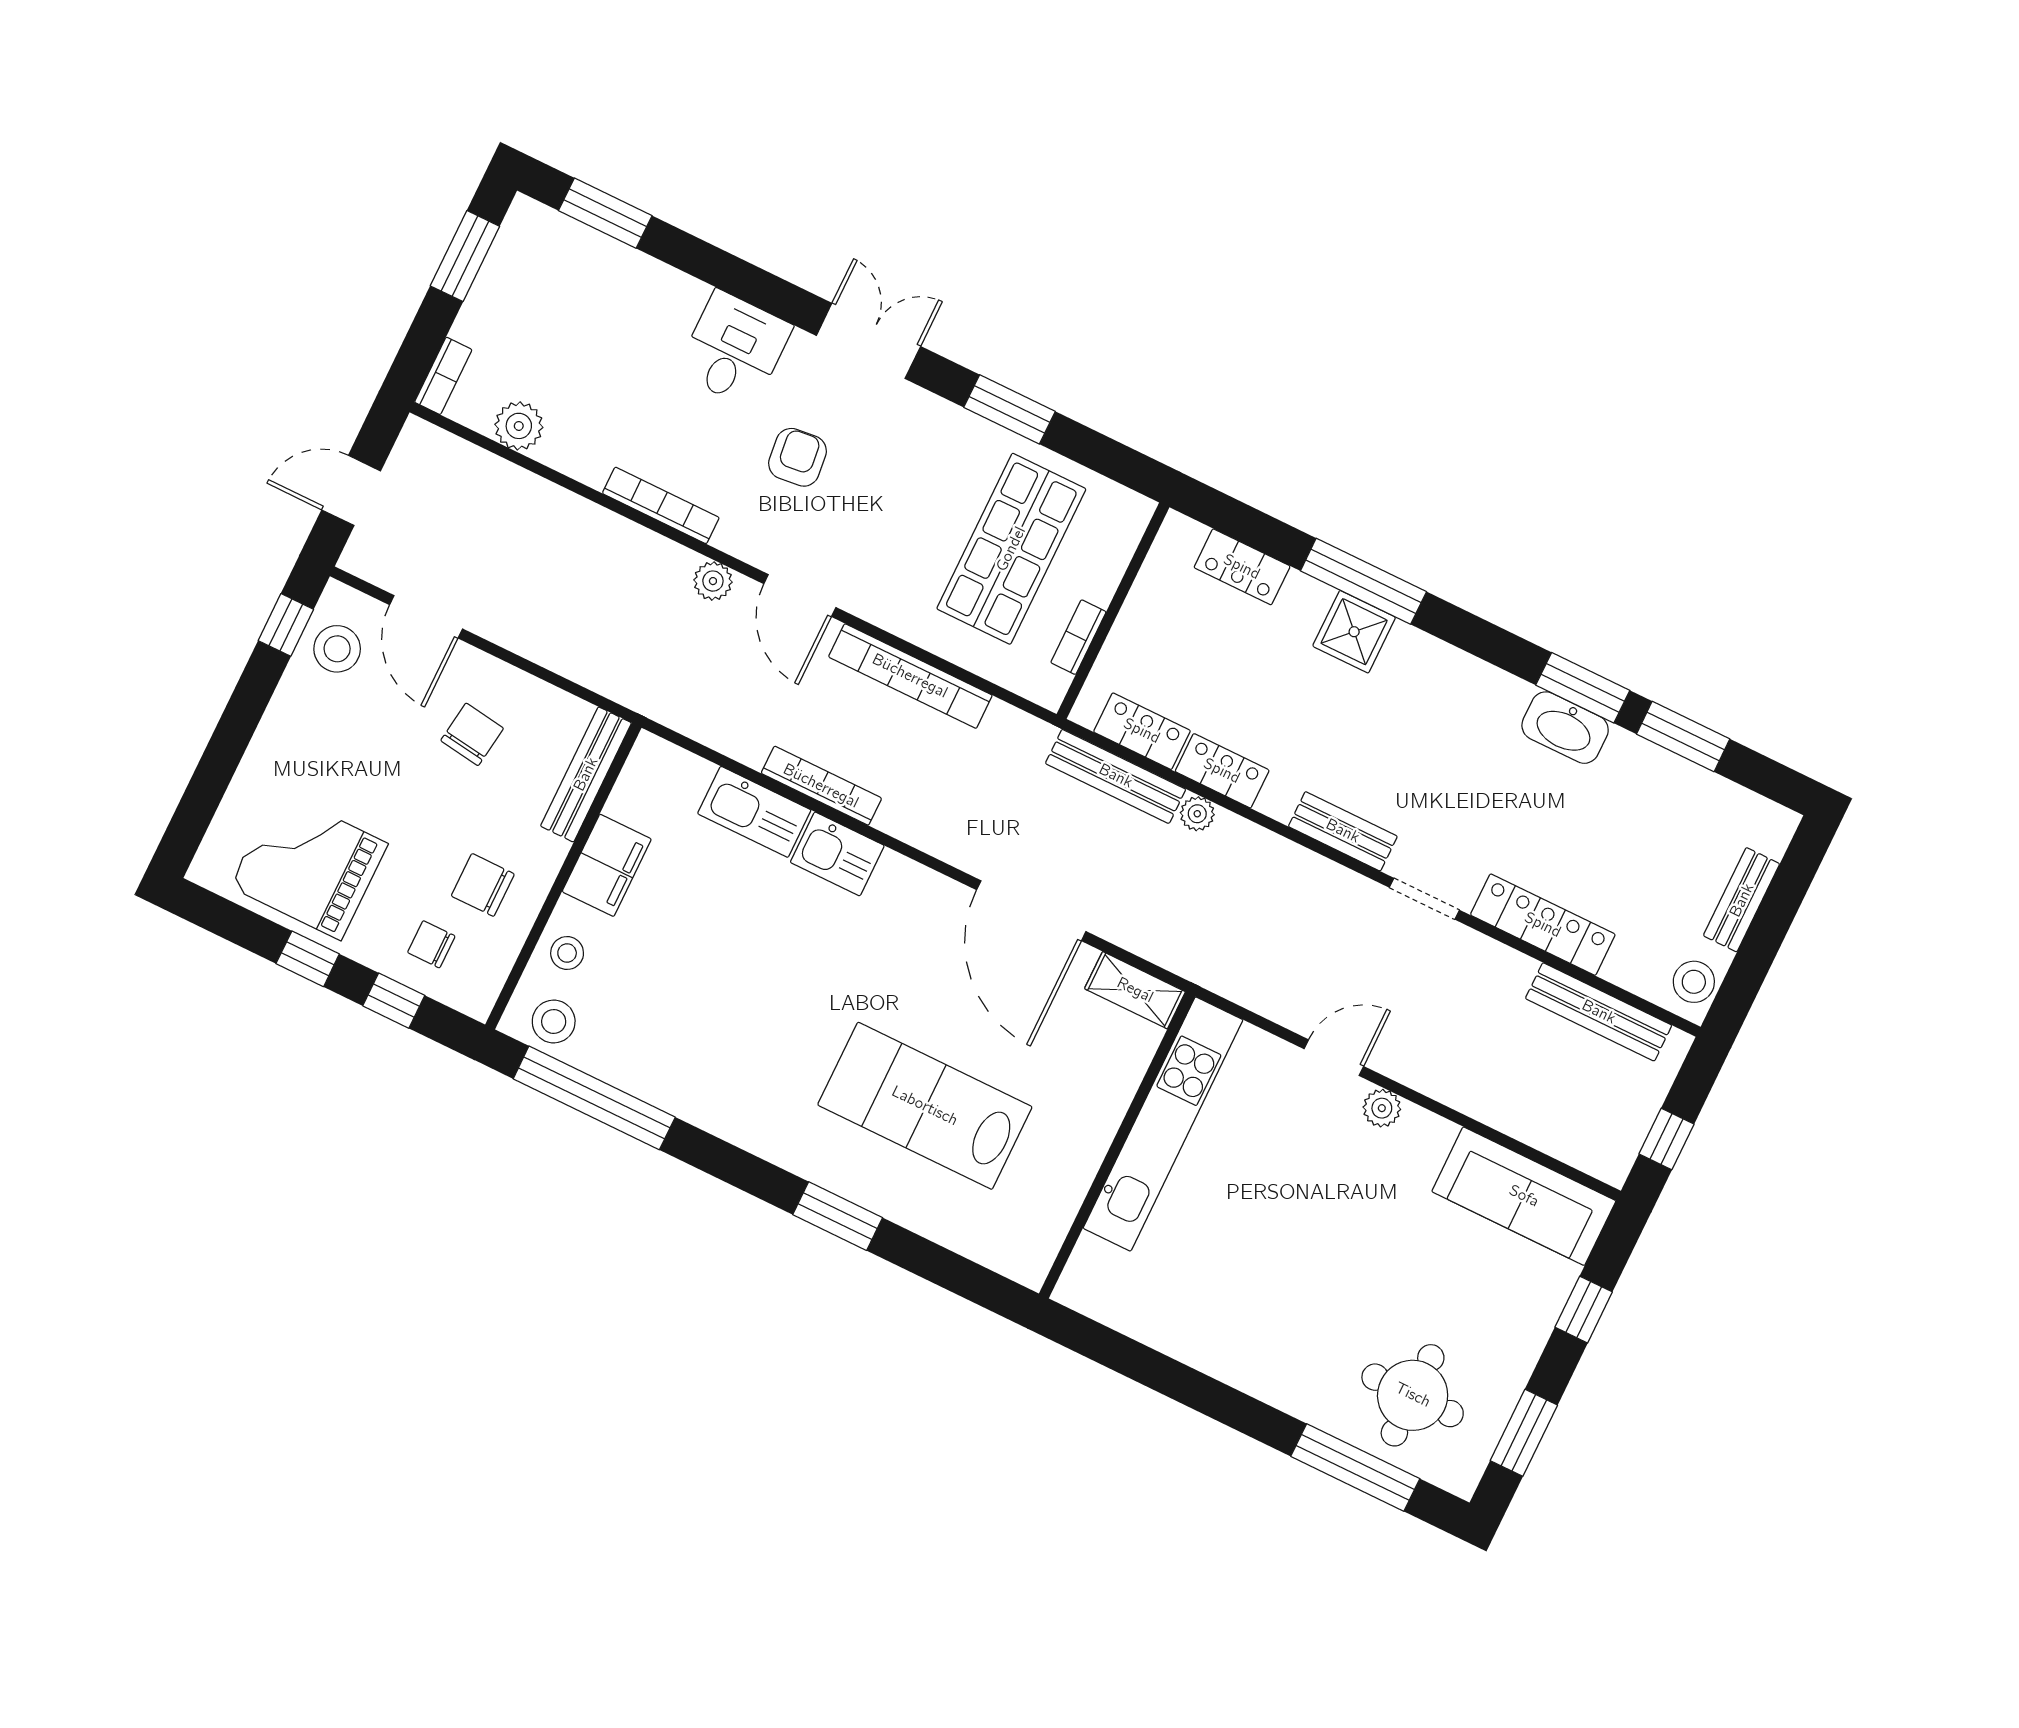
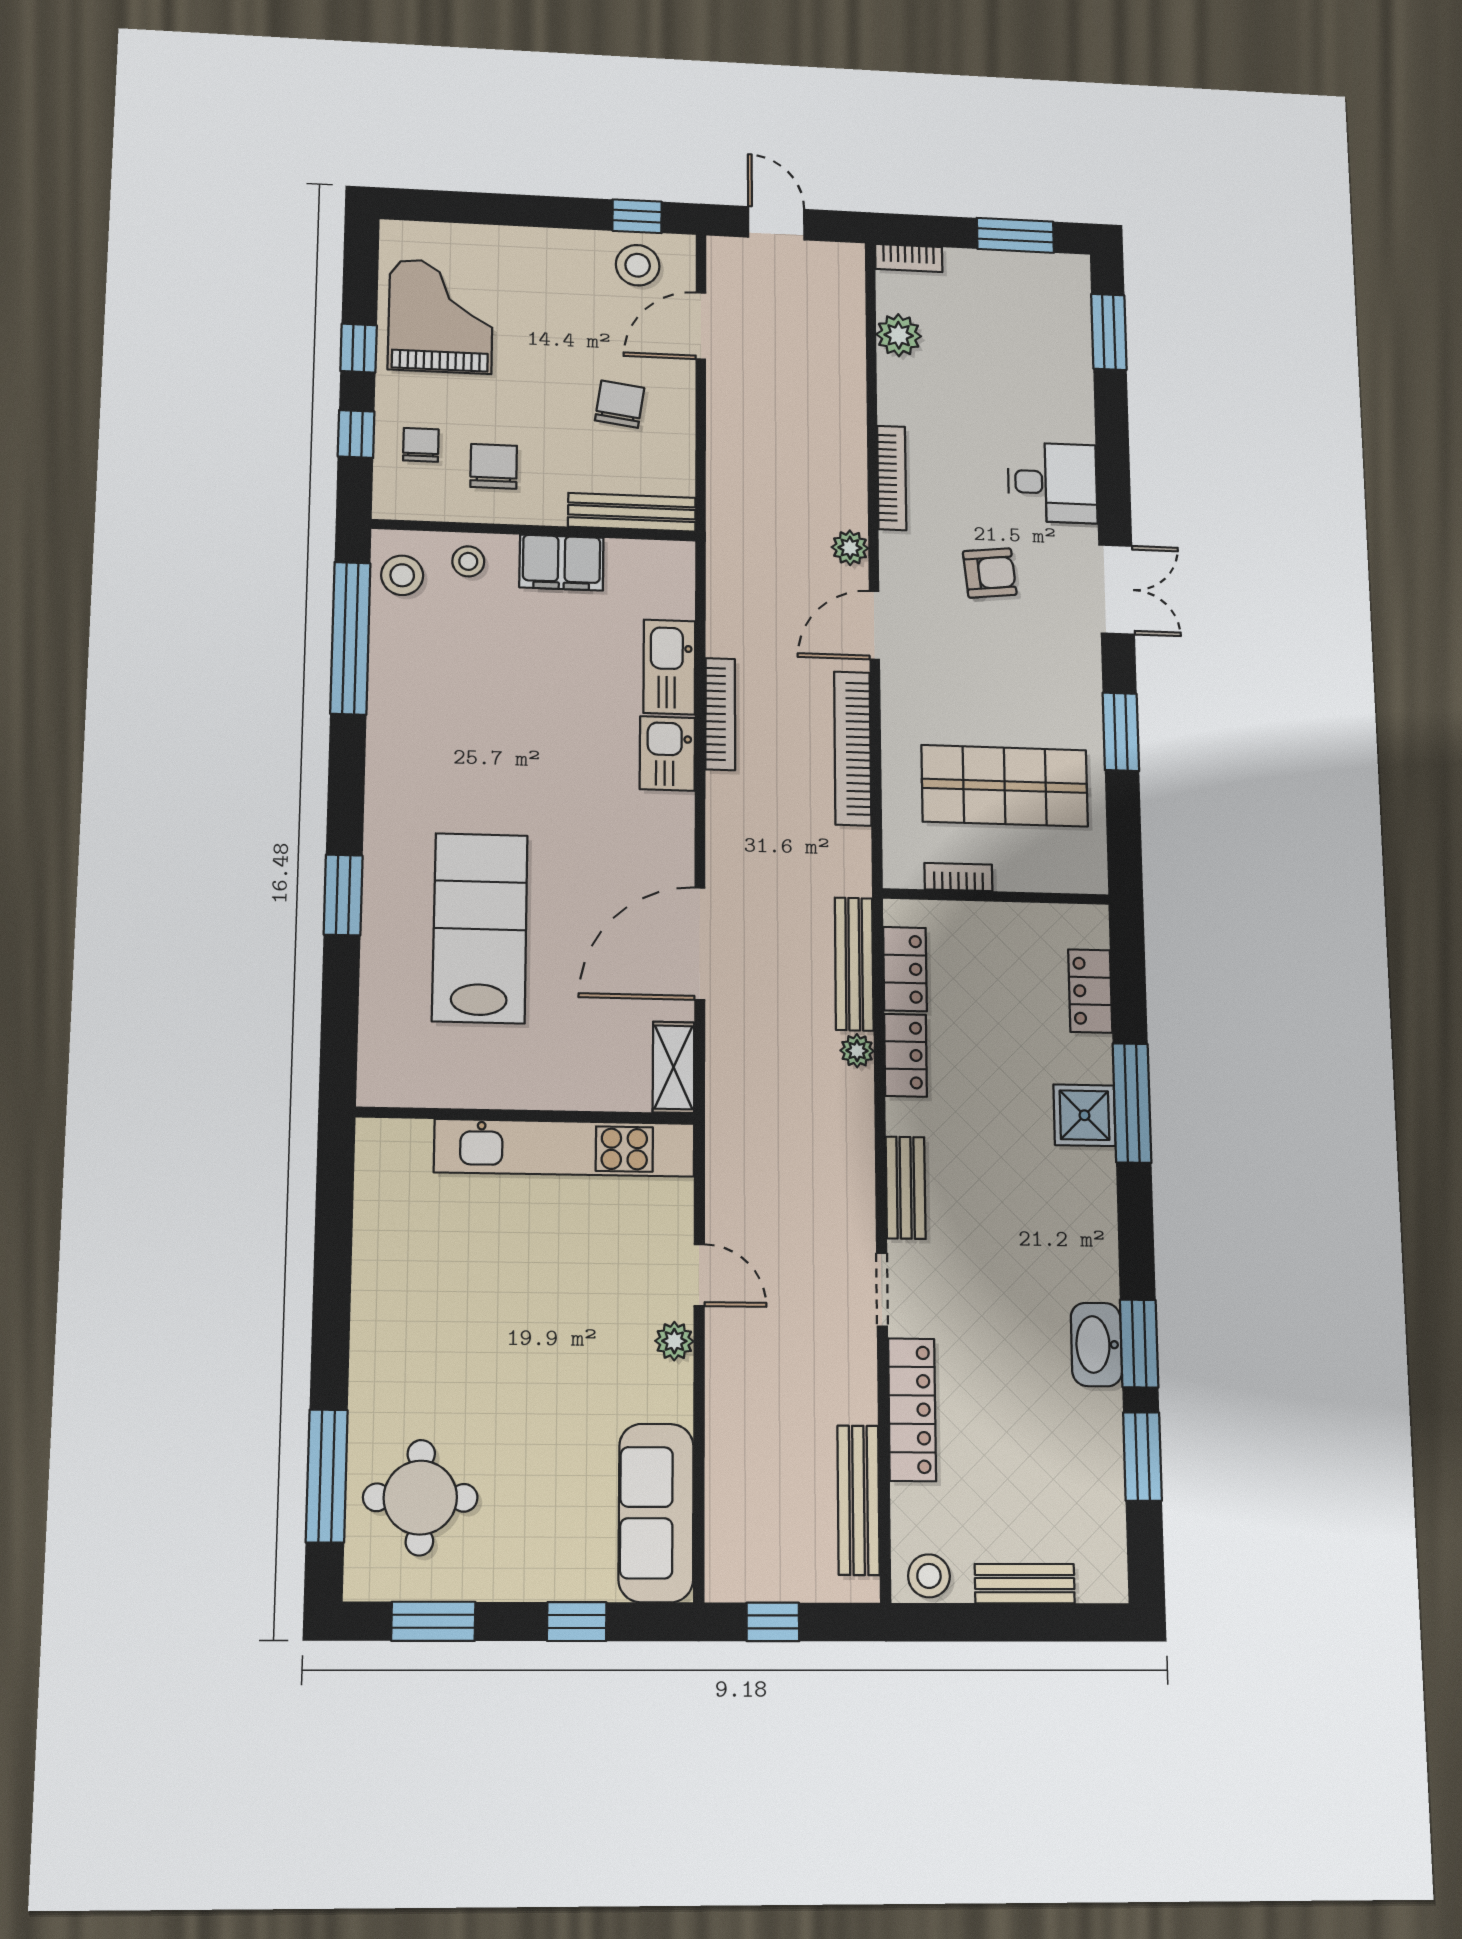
chair: (472, 734) -> (620, 404), turned -90

